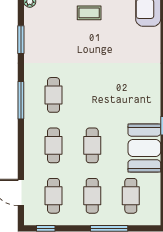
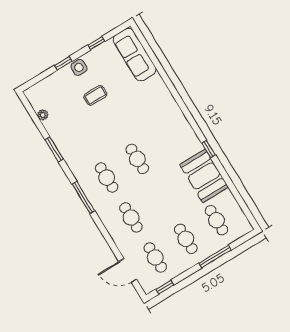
cafe table: (92, 145) -> (137, 159), moved

